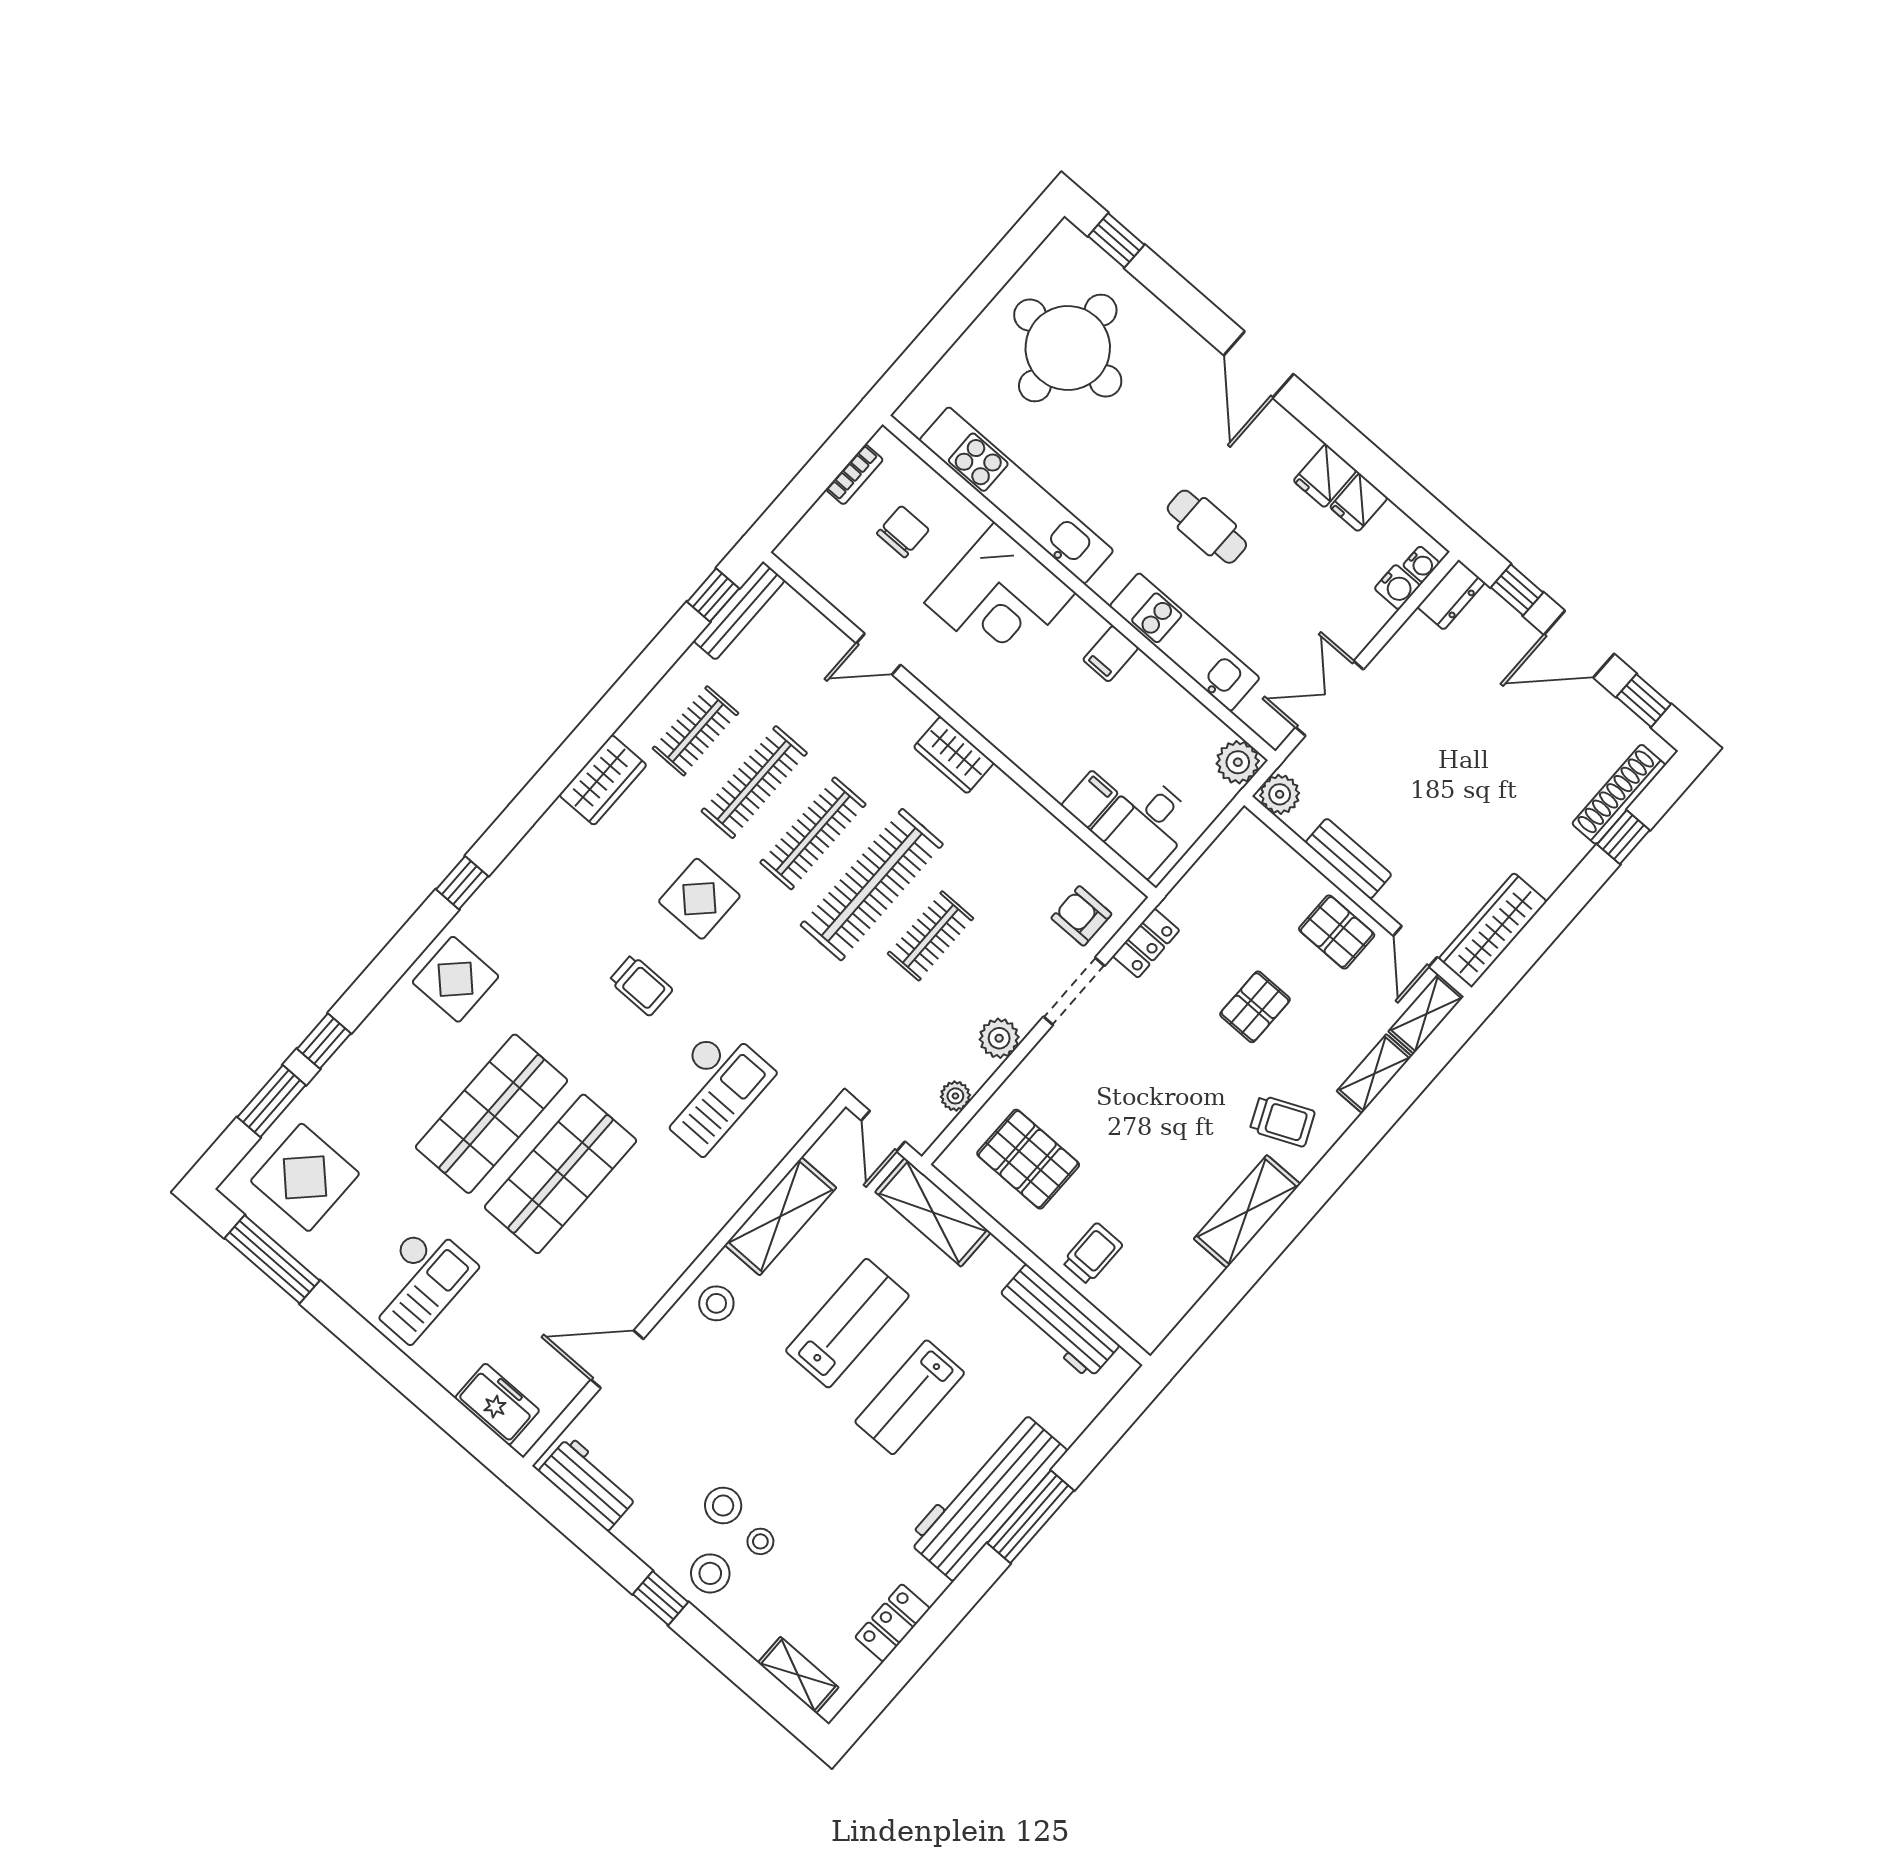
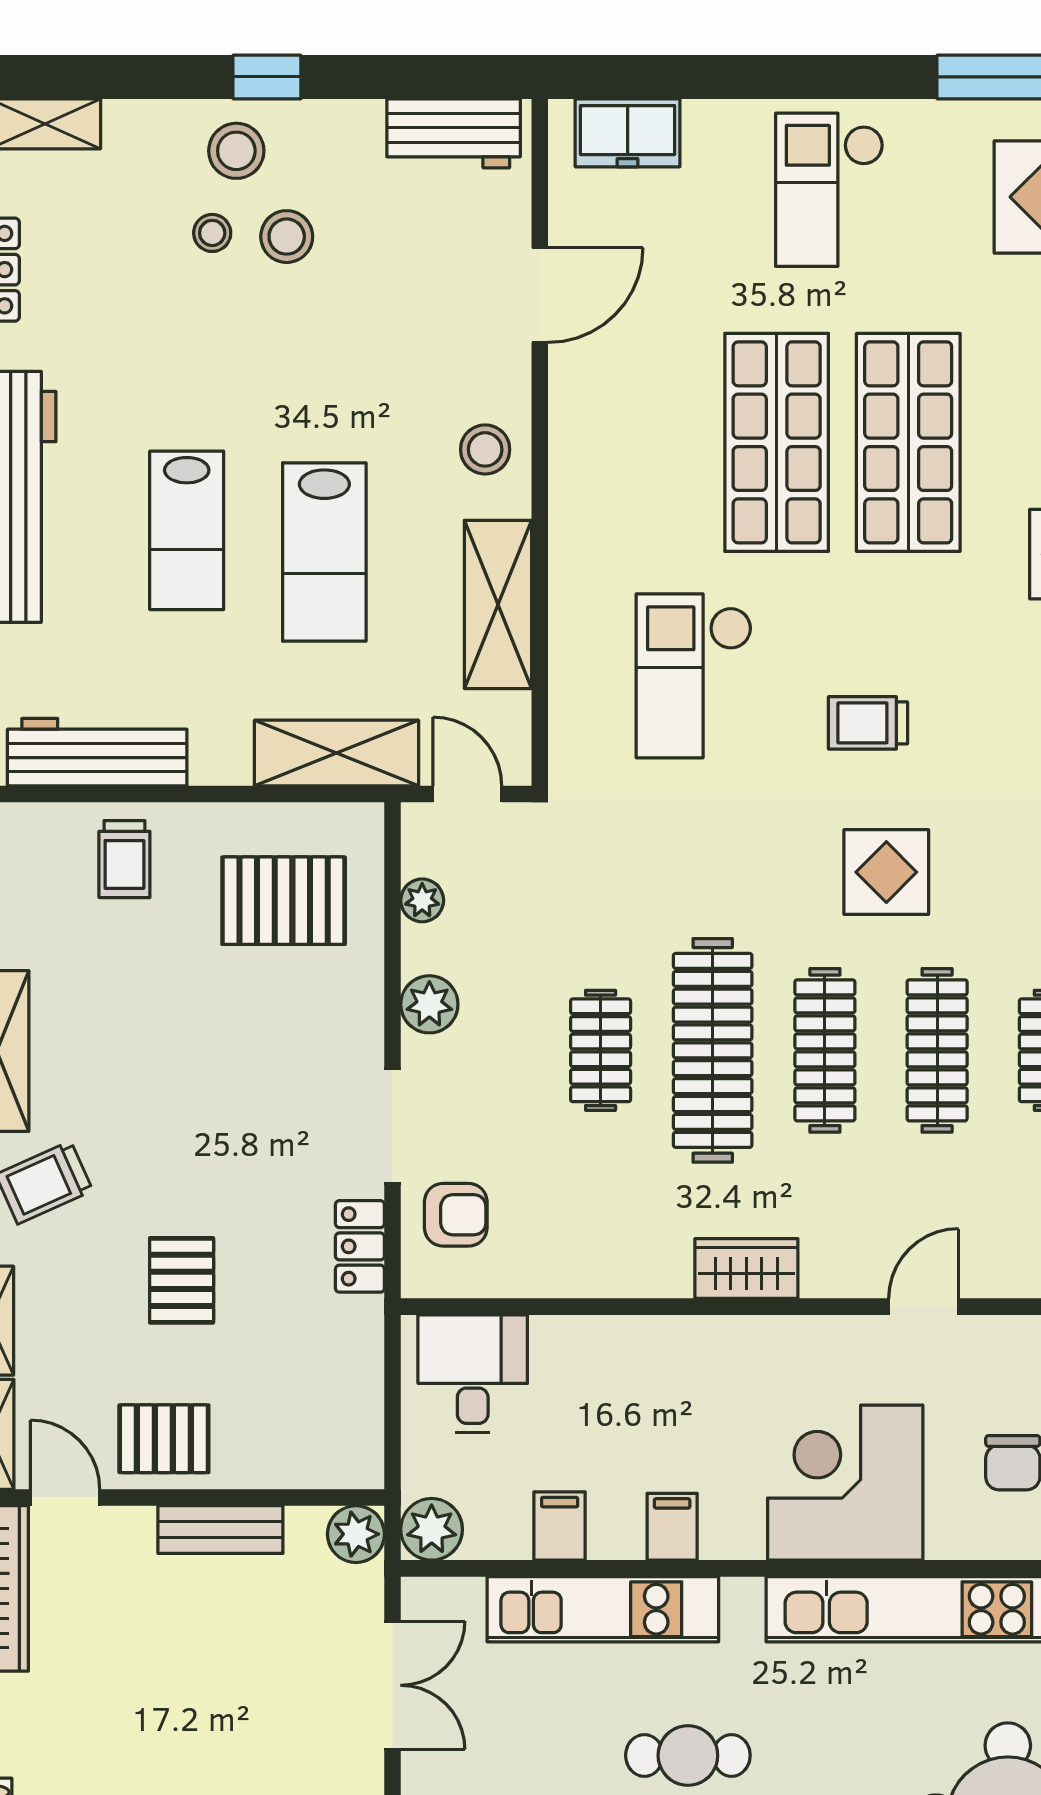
filing cabinet: (1090, 799) -> (560, 1526), moved, turned 180
lab bench: (910, 1397) -> (187, 530), turned 180

